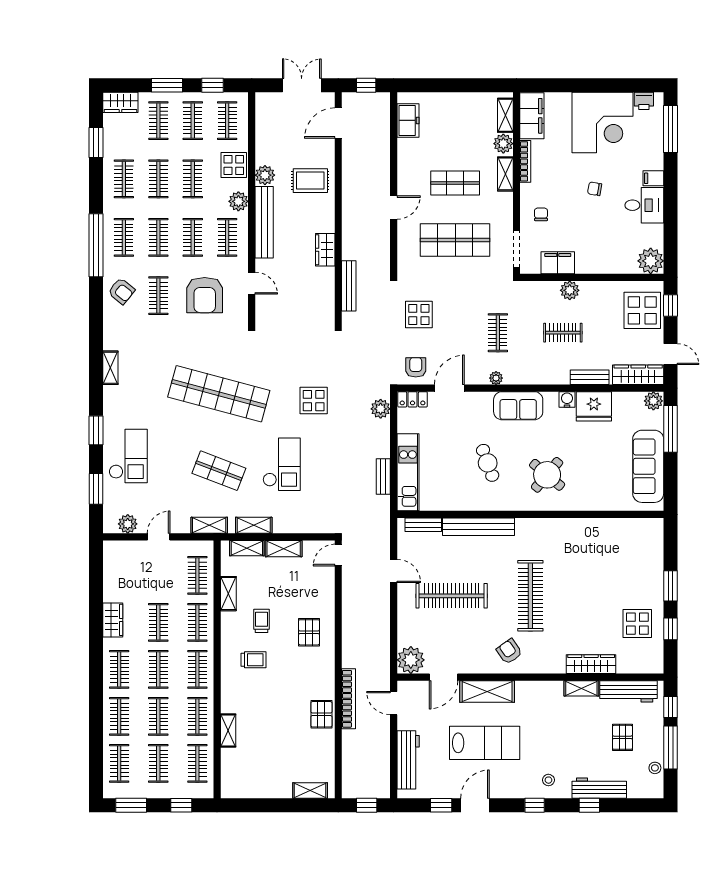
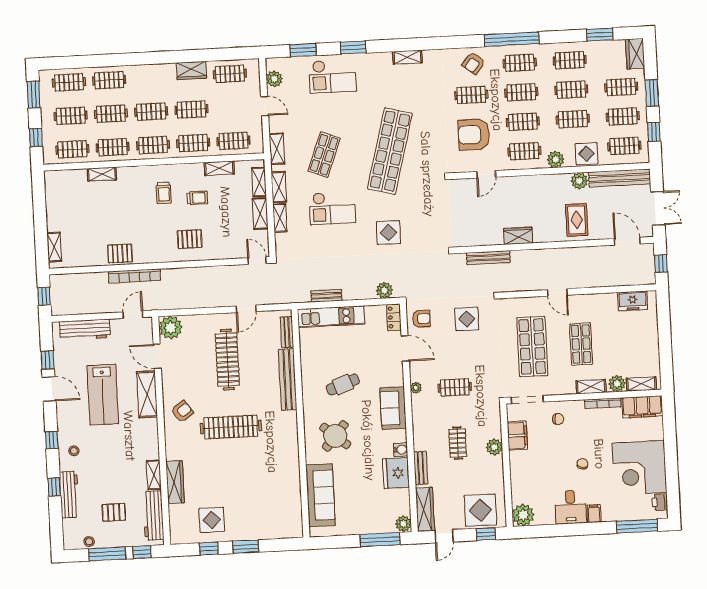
bench: (264, 222) -> (620, 178), moved
sofa: (648, 466) -> (321, 495), moved, turned 90
shelving: (290, 526) -> (280, 218), added
clothes rail: (119, 669) -> (230, 74), moved

